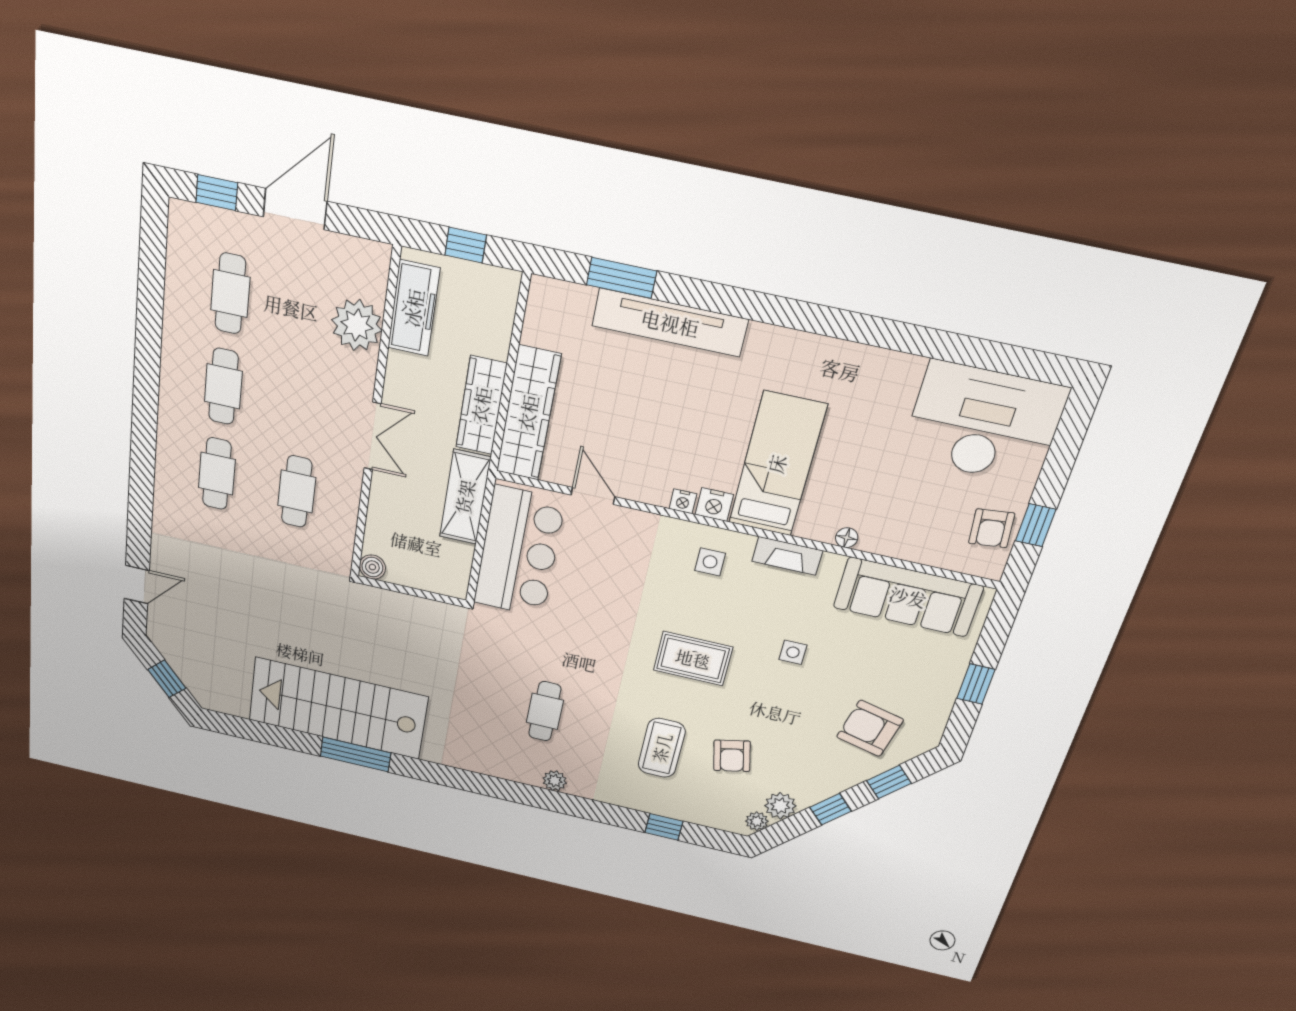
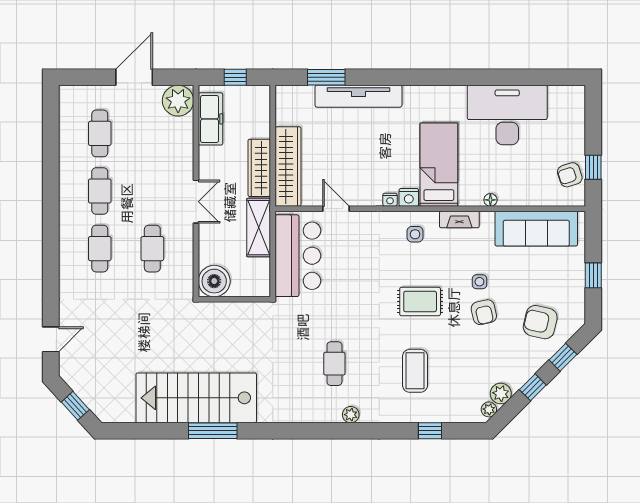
window: (217, 193) -> (87, 77), removed
plant: (357, 325) -> (178, 101), moved
desk: (984, 423) -> (507, 115), moved
armchair: (992, 528) -> (570, 175), turned 78
boiler: (372, 567) -> (214, 281), width x1.86, depth x1.86
armchair: (732, 756) -> (484, 312), moved

